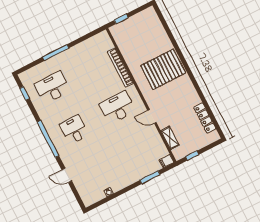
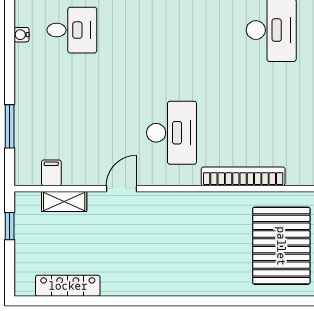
pallet: (163, 69) -> (281, 246), moved
desk: (74, 130) -> (72, 30), moved
filing cabinet: (167, 161) -> (51, 173), moved

